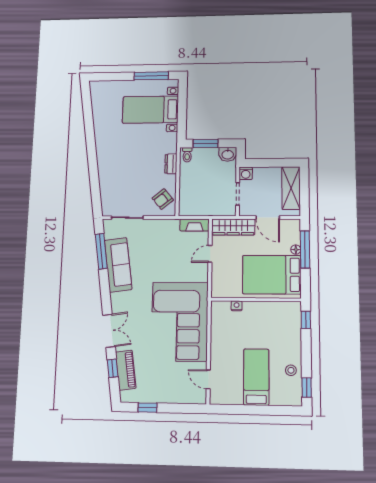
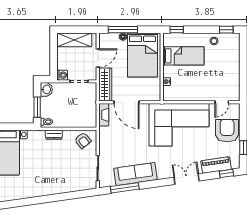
door: (210, 254) -> (127, 102), width x1.87
window: (113, 368) -> (227, 173), moved
bed: (256, 377) -> (183, 56), moved, turned 180
armchair: (171, 386) -> (227, 131), added

